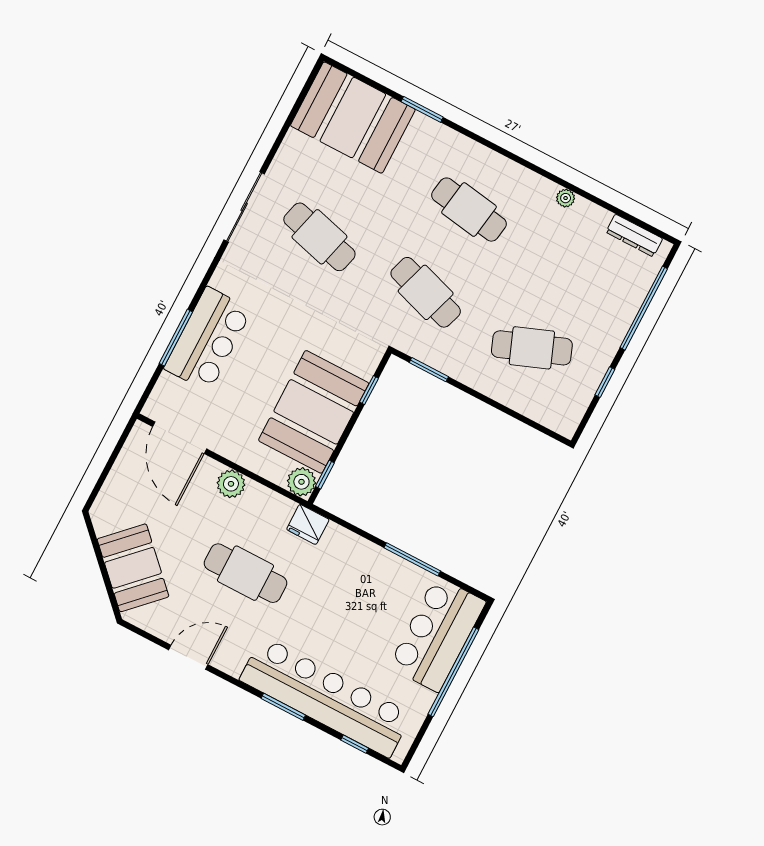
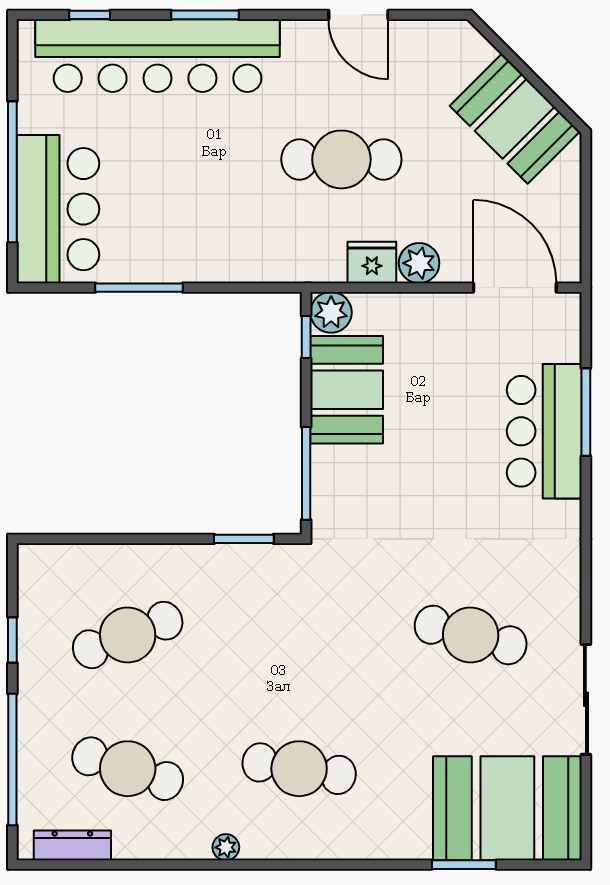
window: (422, 109) -> (464, 865), moved
plant: (566, 198) -> (226, 847), moved
sliding door: (244, 207) -> (586, 699), moved
cafe table: (426, 292) -> (128, 769), moved
window: (369, 390) -> (306, 473), width x2.17
booth: (314, 412) -> (347, 390), width x0.73, depth x0.70
fridge: (308, 524) -> (372, 263), moved
booth: (133, 568) -> (515, 119), moved
door: (188, 657) -> (358, 15), hinge flipped

